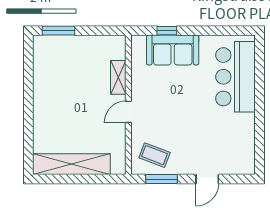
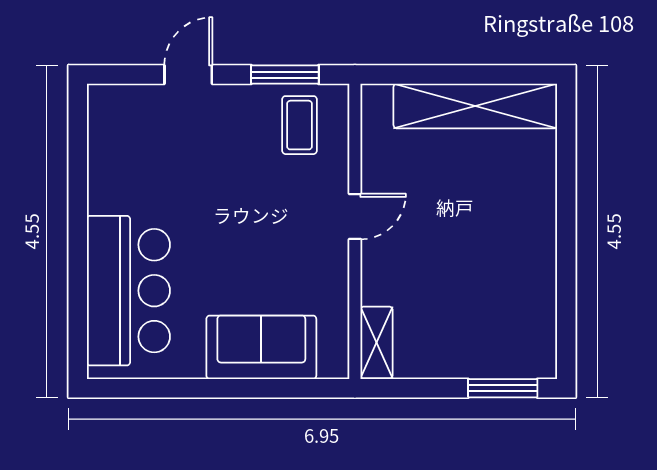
window: (167, 31) -> (274, 388), removed
shelving: (118, 77) -> (376, 343), moved
coffee table: (155, 155) -> (300, 125), turned 69

